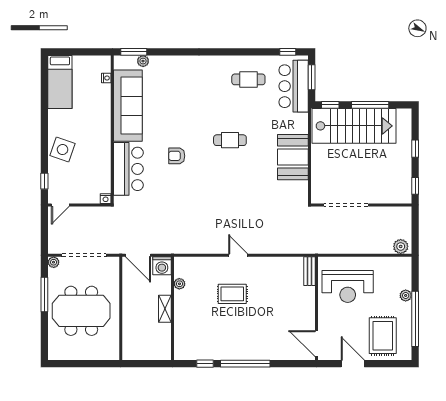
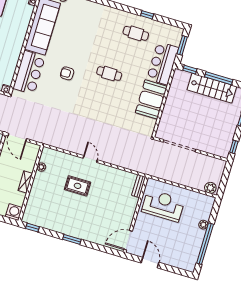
window: (288, 52) -> (147, 15), moved
bar counter: (294, 86) -> (163, 63), moved
stairs: (354, 126) -> (212, 88), width x0.73, depth x0.66
washing machine: (162, 266) -> (14, 212), moved, turned 180
reception desk: (348, 286) -> (163, 205), turned 180
rug: (383, 336) -> (178, 249), removed
door: (316, 344) -> (128, 240), hinge flipped
window: (205, 364) -> (32, 228), moved
window: (245, 364) -> (72, 239), width x0.47

